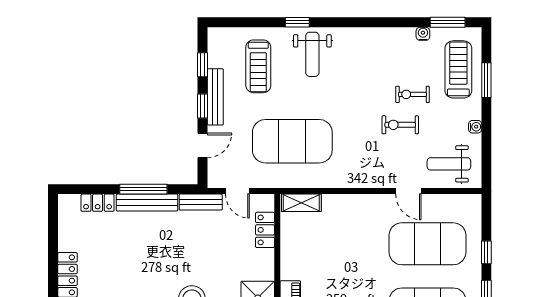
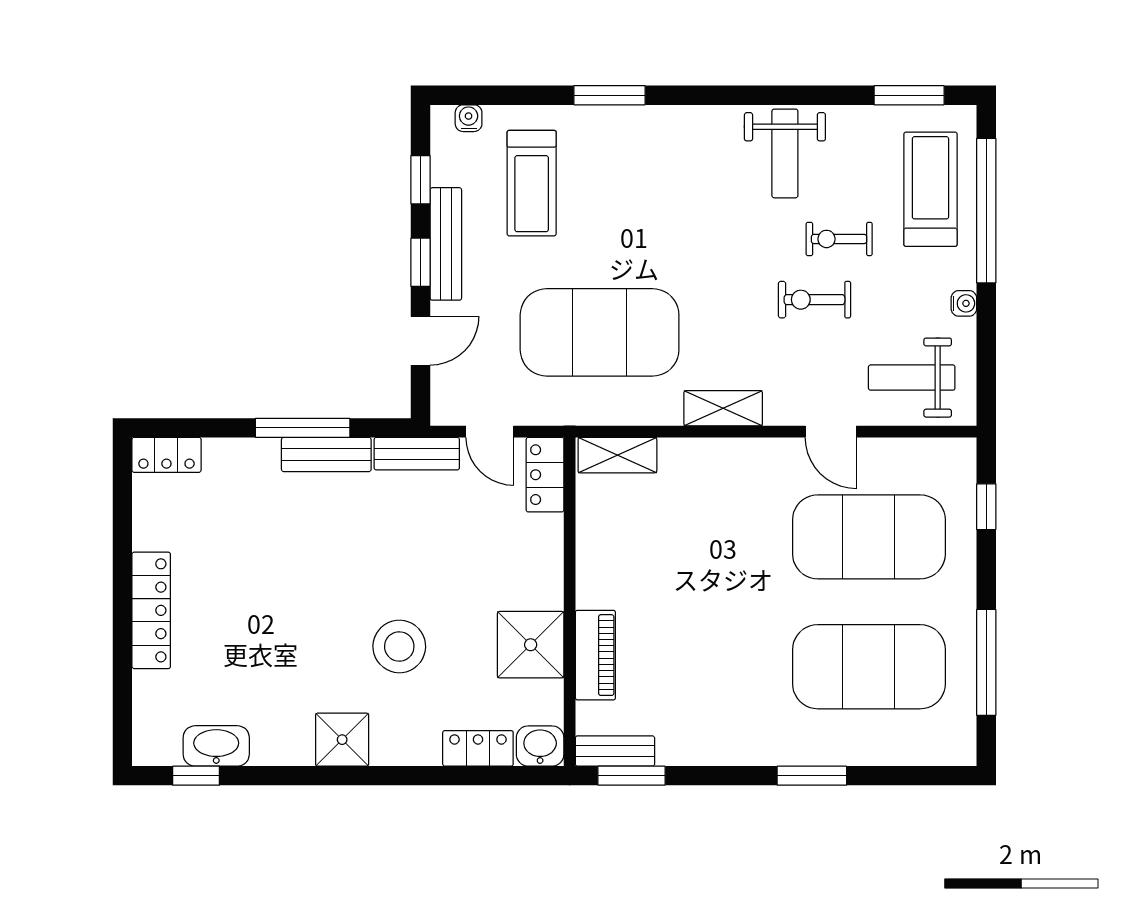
window: (297, 22) -> (609, 95), width x1.50
water cooler: (423, 34) -> (469, 118), moved
weight bench: (312, 54) -> (785, 153), moved
window: (486, 80) -> (986, 211), width x2.11
shelving: (354, 179) -> (723, 408), added
bench: (147, 202) -> (326, 454), width x0.73
locker: (98, 203) -> (166, 455), moved
locker: (265, 230) -> (545, 475), moved
window: (486, 252) -> (986, 507), moved

